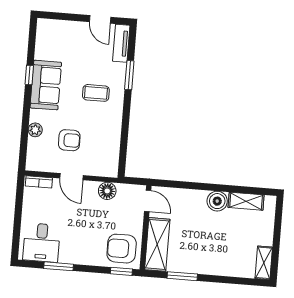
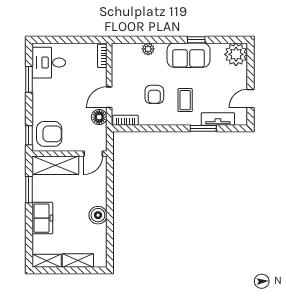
plant: (49, 32) -> (236, 54), added
tv unit: (121, 43) -> (218, 119), moved
armchair: (69, 140) -> (154, 94), moved
bookcase: (113, 162) -> (125, 120), added
door: (71, 177) -> (109, 97), moved
shelving: (246, 201) -> (78, 260), moved, turned 90
armchair: (122, 249) -> (49, 134), turned 90
freezer: (215, 264) -> (42, 218), added

